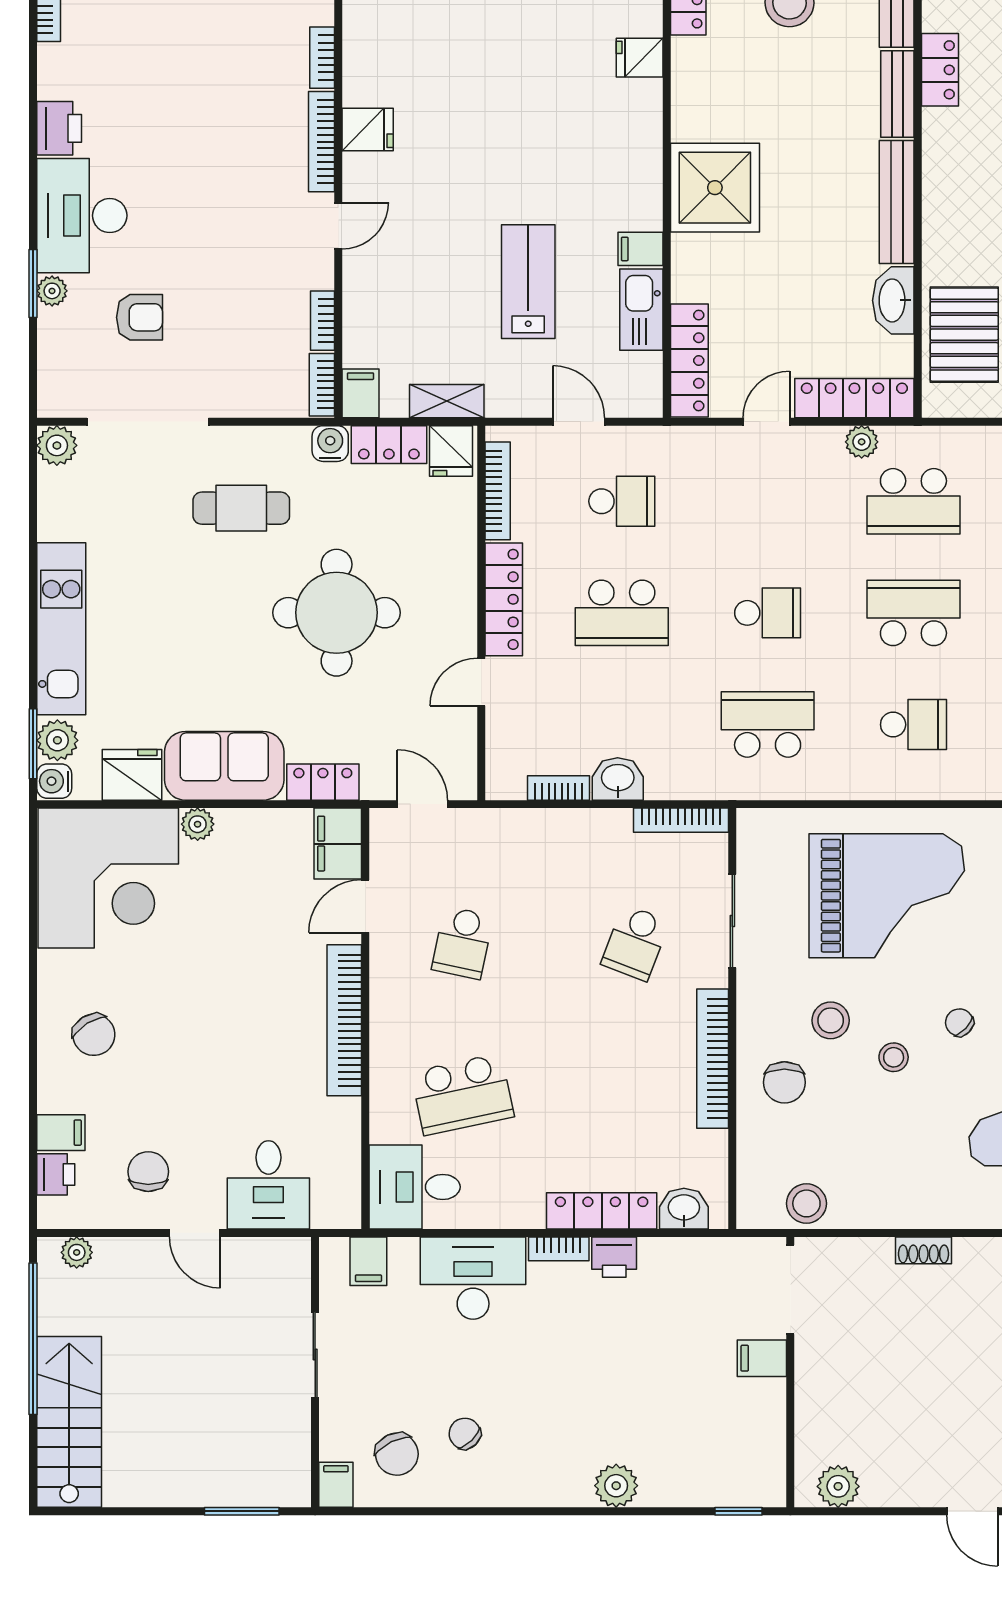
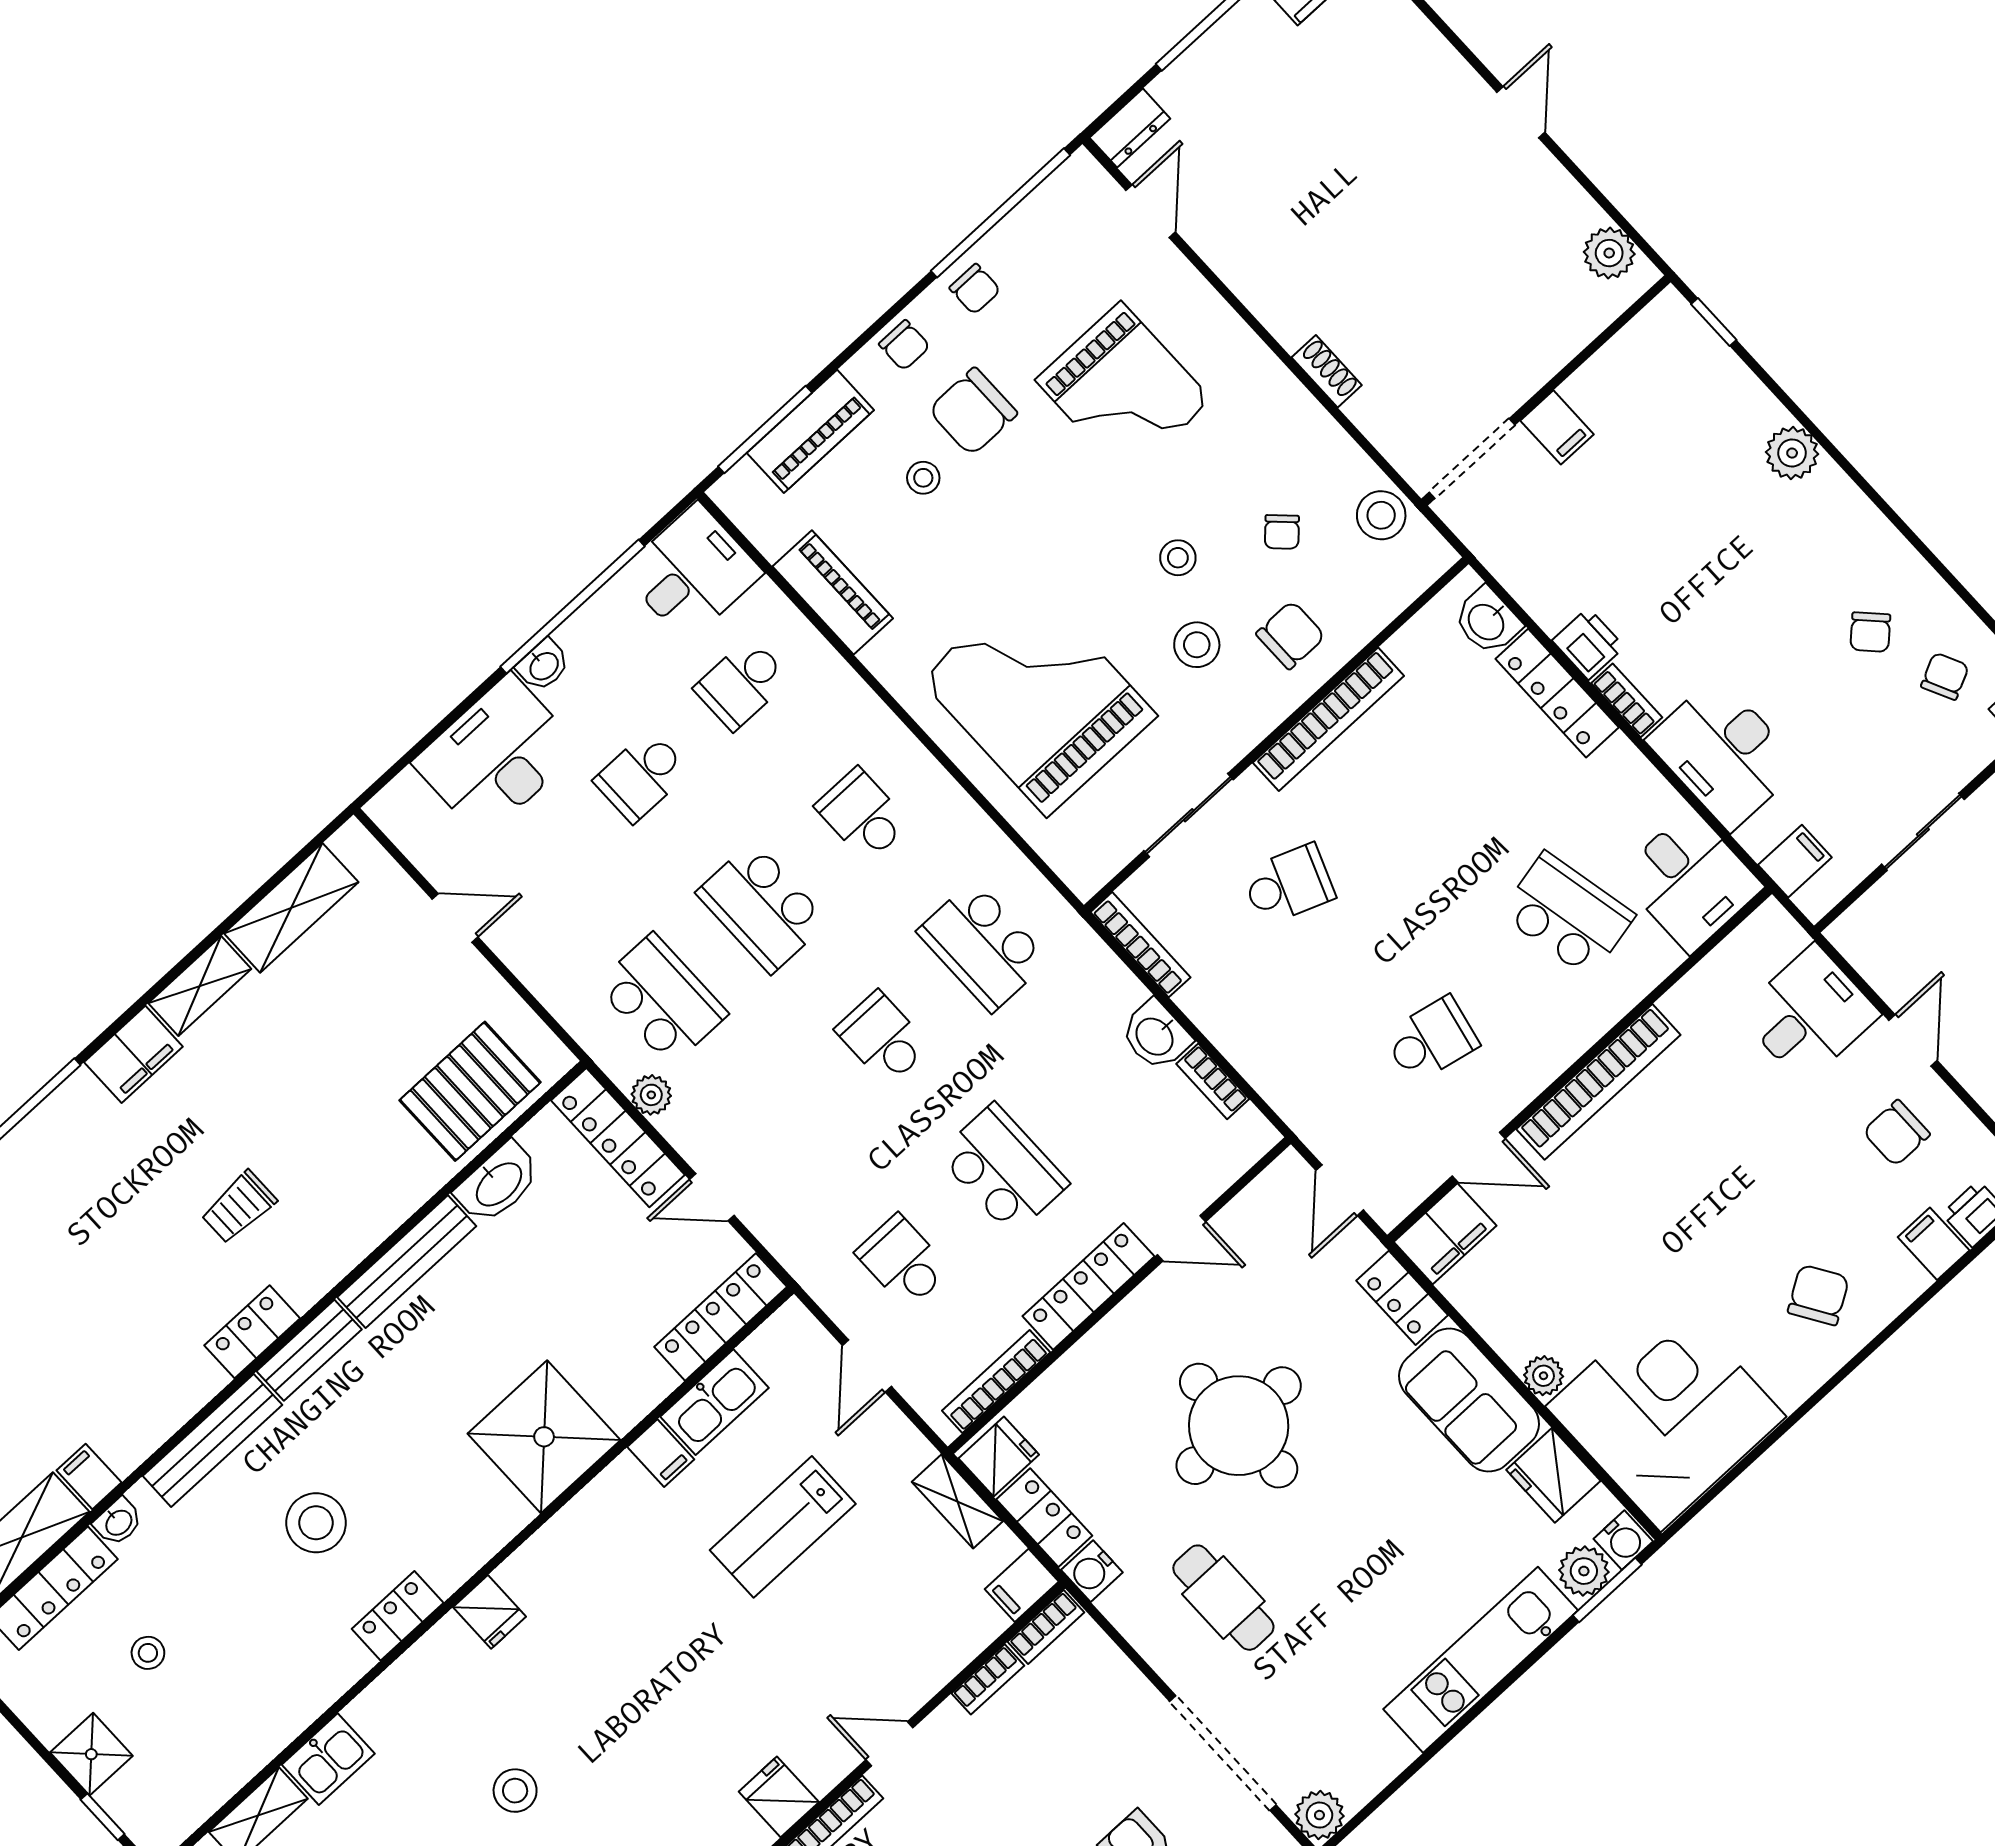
chair: (959, 1022) -> (1282, 532), moved
chair: (397, 1454) -> (1945, 676), width x0.73, depth x0.73

